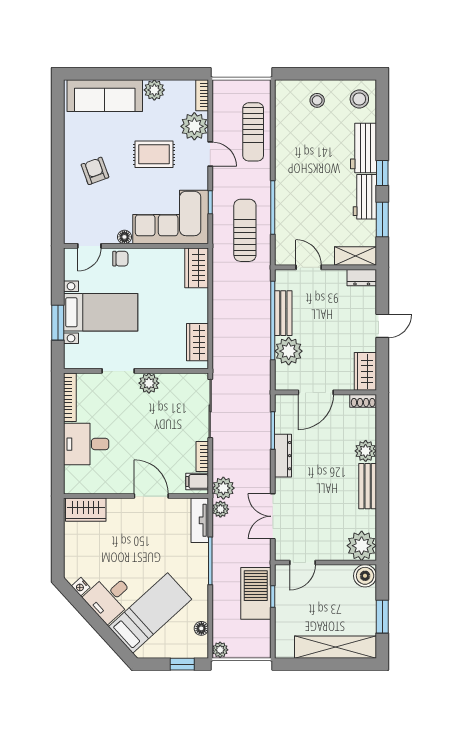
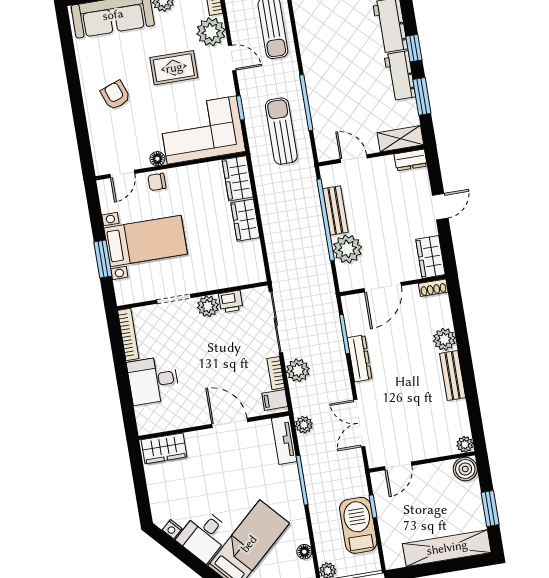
chair: (120, 259) -> (157, 182), turned 180
wardrobe: (197, 342) -> (245, 220), moved
printer: (171, 382) -> (231, 301), added
plant: (223, 488) -> (298, 370), moved
plant: (362, 546) -> (465, 444), width x0.53, depth x0.53
barbecue: (256, 593) -> (358, 525), moved

